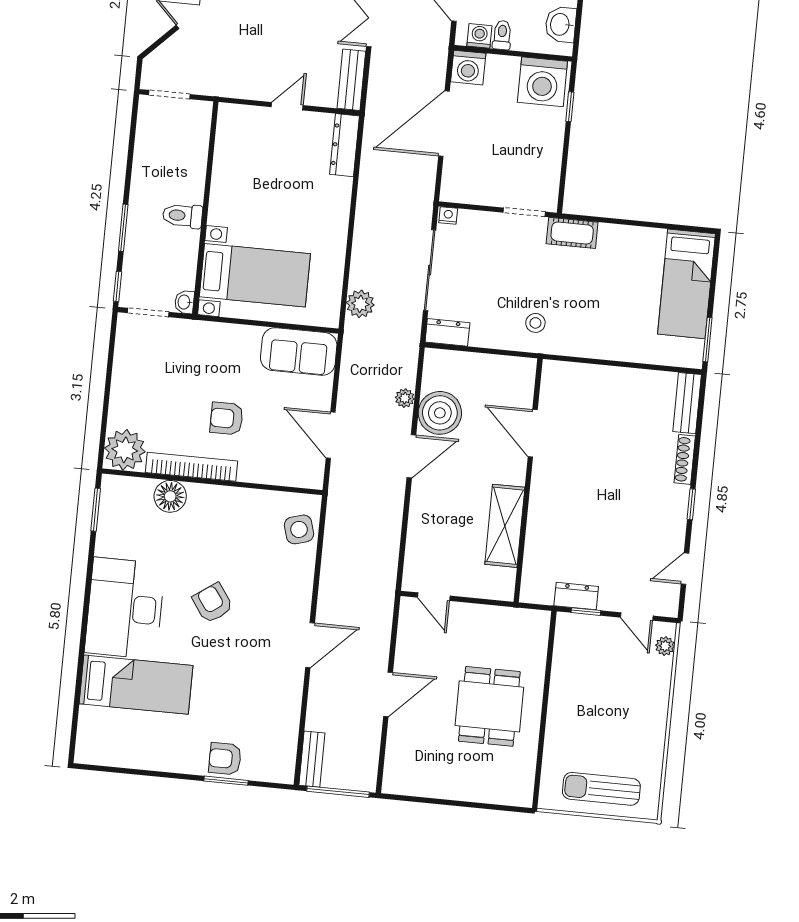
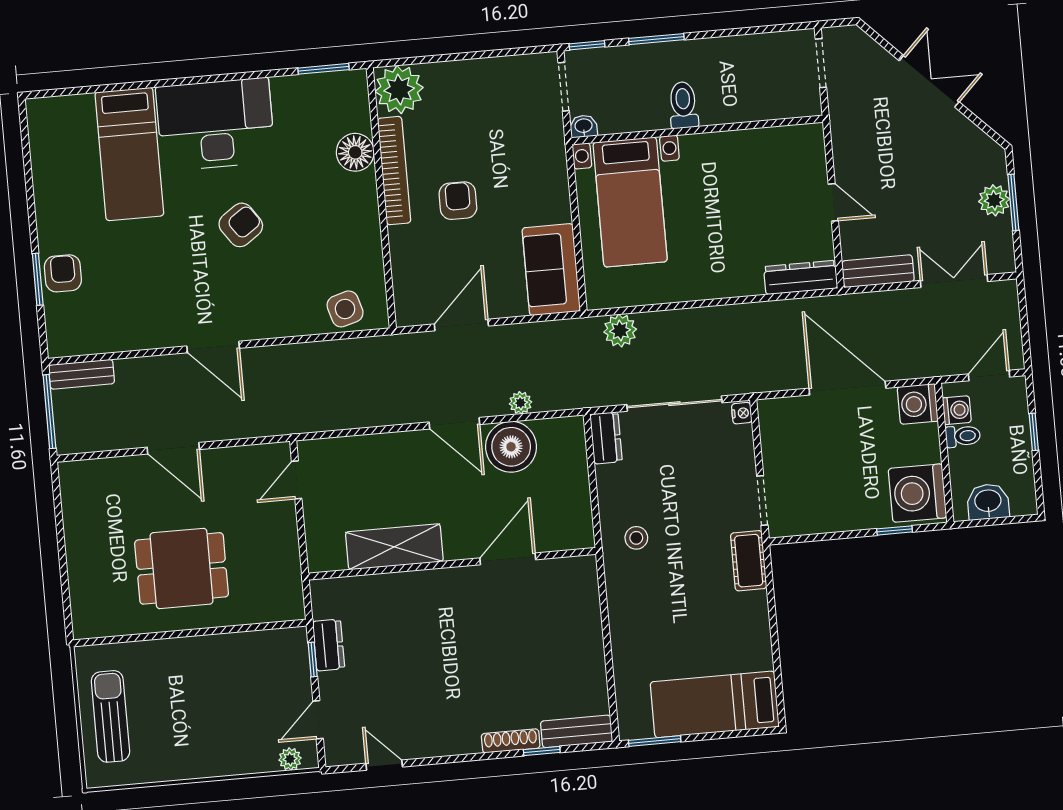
window: (691, 504) -> (542, 751), moved

